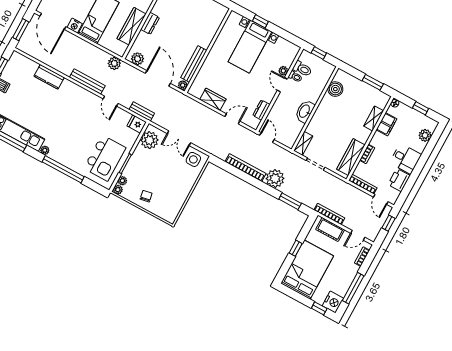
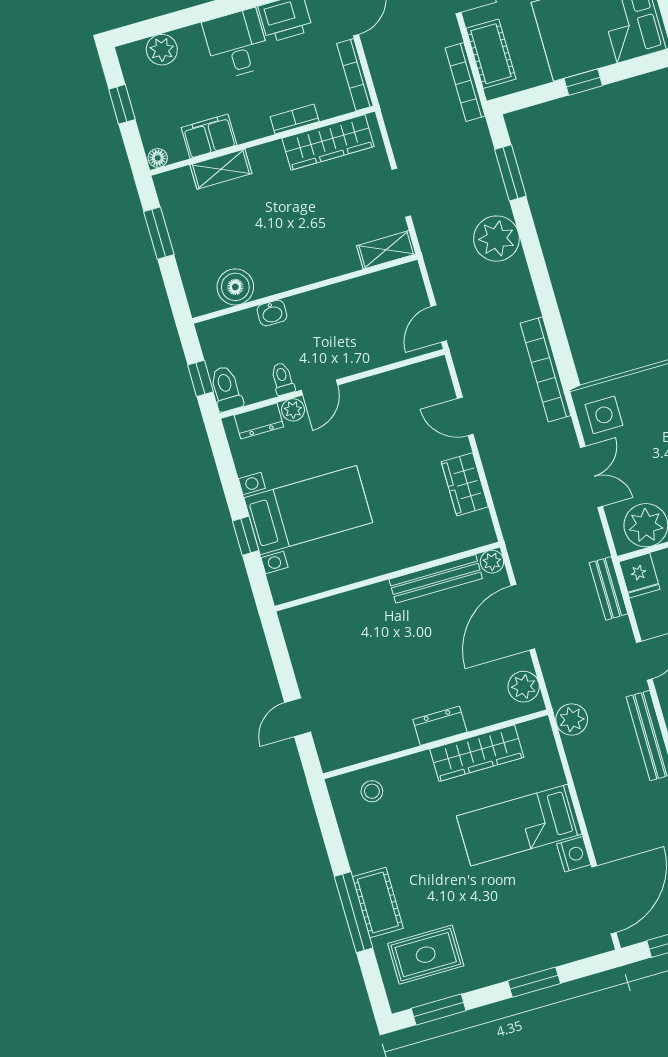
toilet: (302, 69) -> (226, 389), moved
dresser: (261, 110) -> (259, 421), moved
washbasin: (305, 111) -> (272, 313), moved, width x0.52, depth x0.69
bookcase: (246, 168) -> (546, 369), moved

